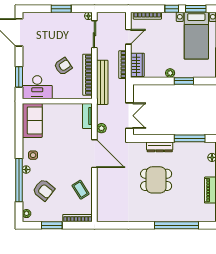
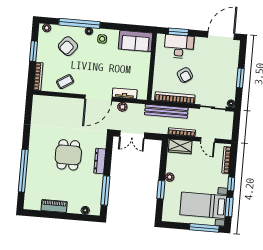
desk: (37, 87) -> (179, 46), moved, turned 90
tv unit: (87, 116) -> (125, 93), moved

